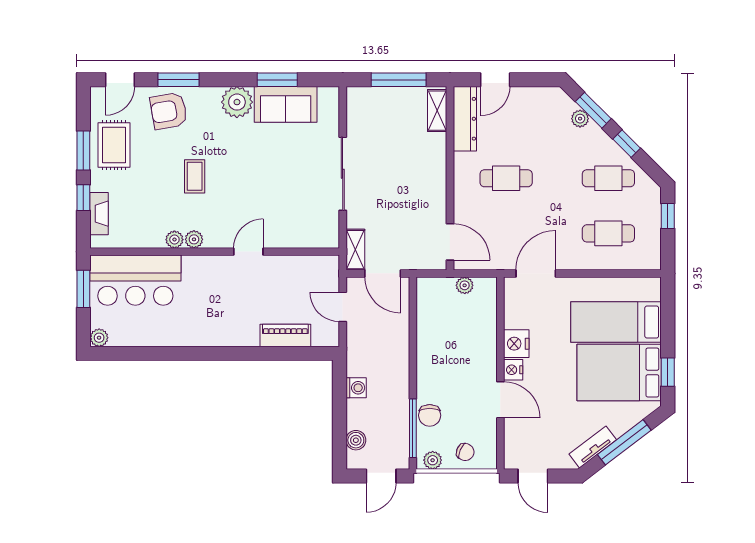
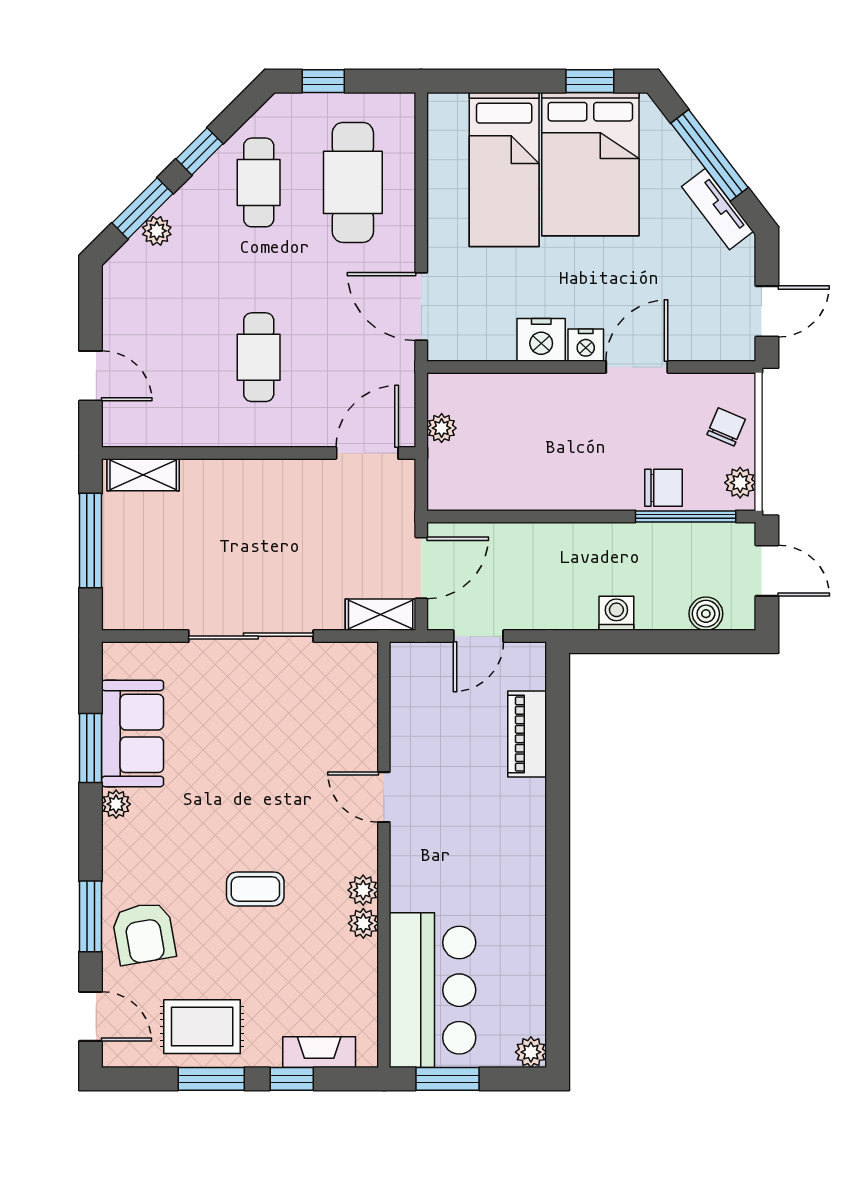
plant: (237, 102) -> (116, 804), width x0.53, depth x0.53
dresser: (465, 119) -> (157, 428), removed
cafe table: (608, 233) -> (353, 182), width x1.37, depth x1.35

